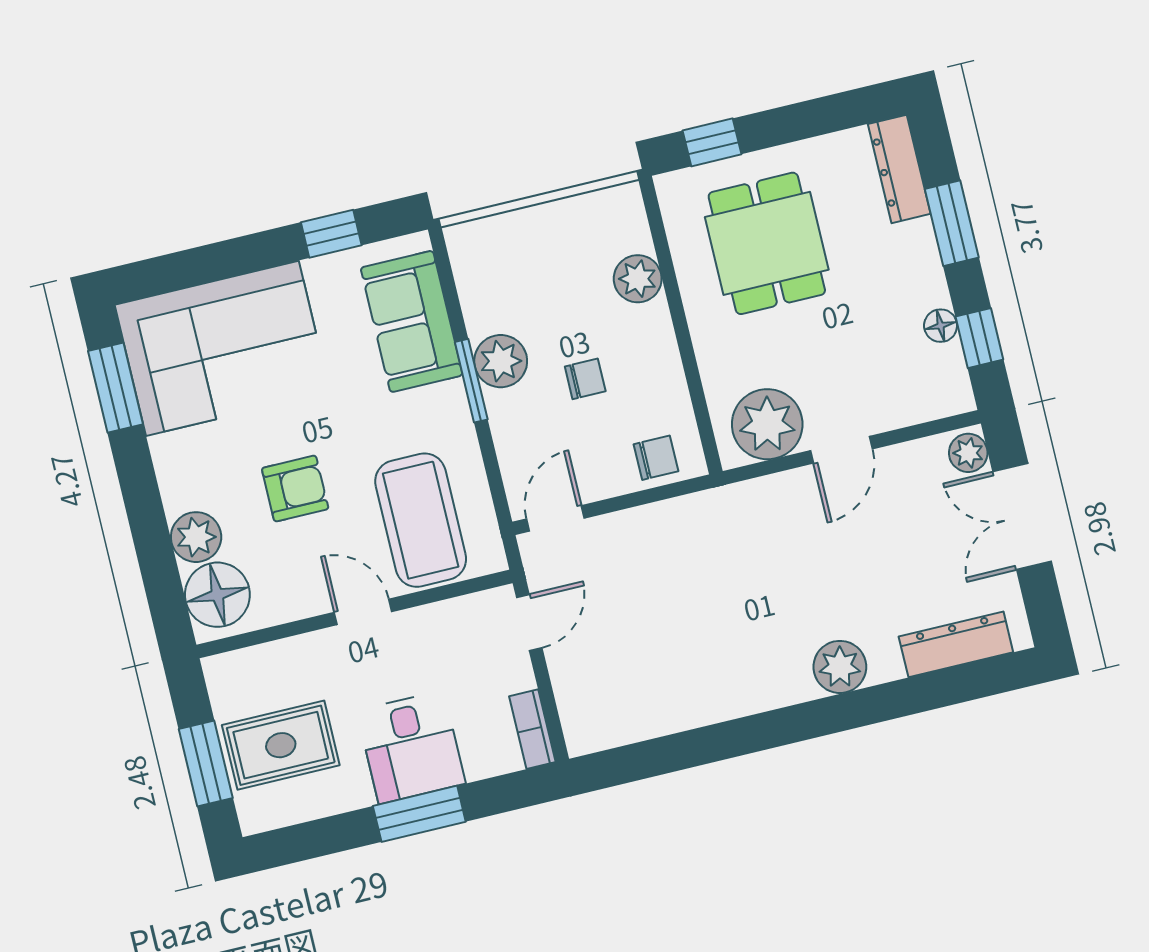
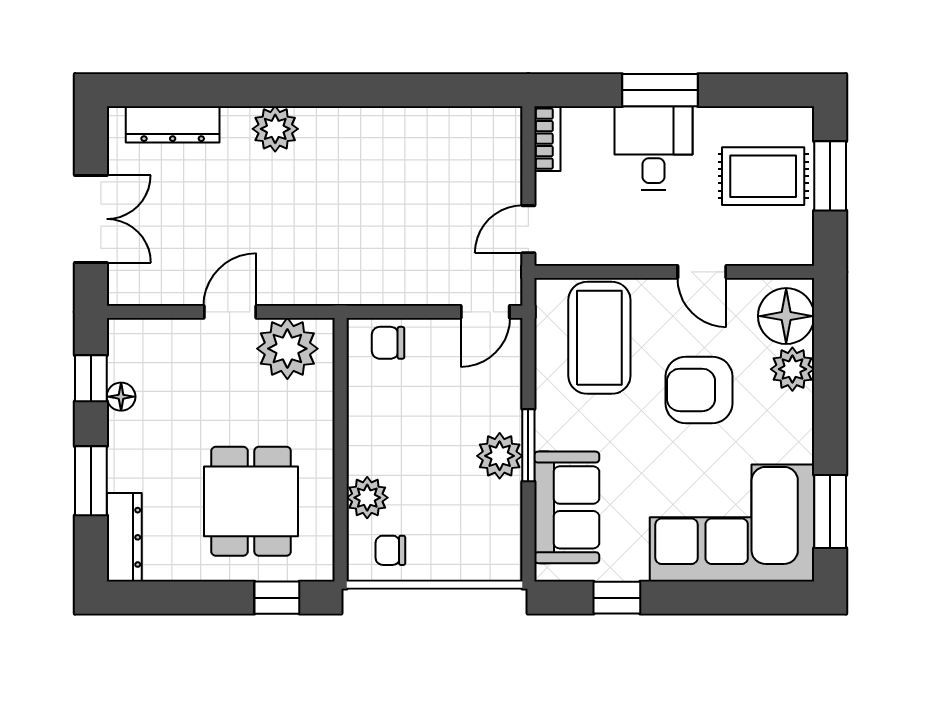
chair: (585, 379) -> (390, 550), moved
plant: (968, 453) -> (123, 284), removed
armchair: (295, 489) -> (699, 390), width x1.38, depth x1.38
door: (363, 612) -> (702, 272), moved

